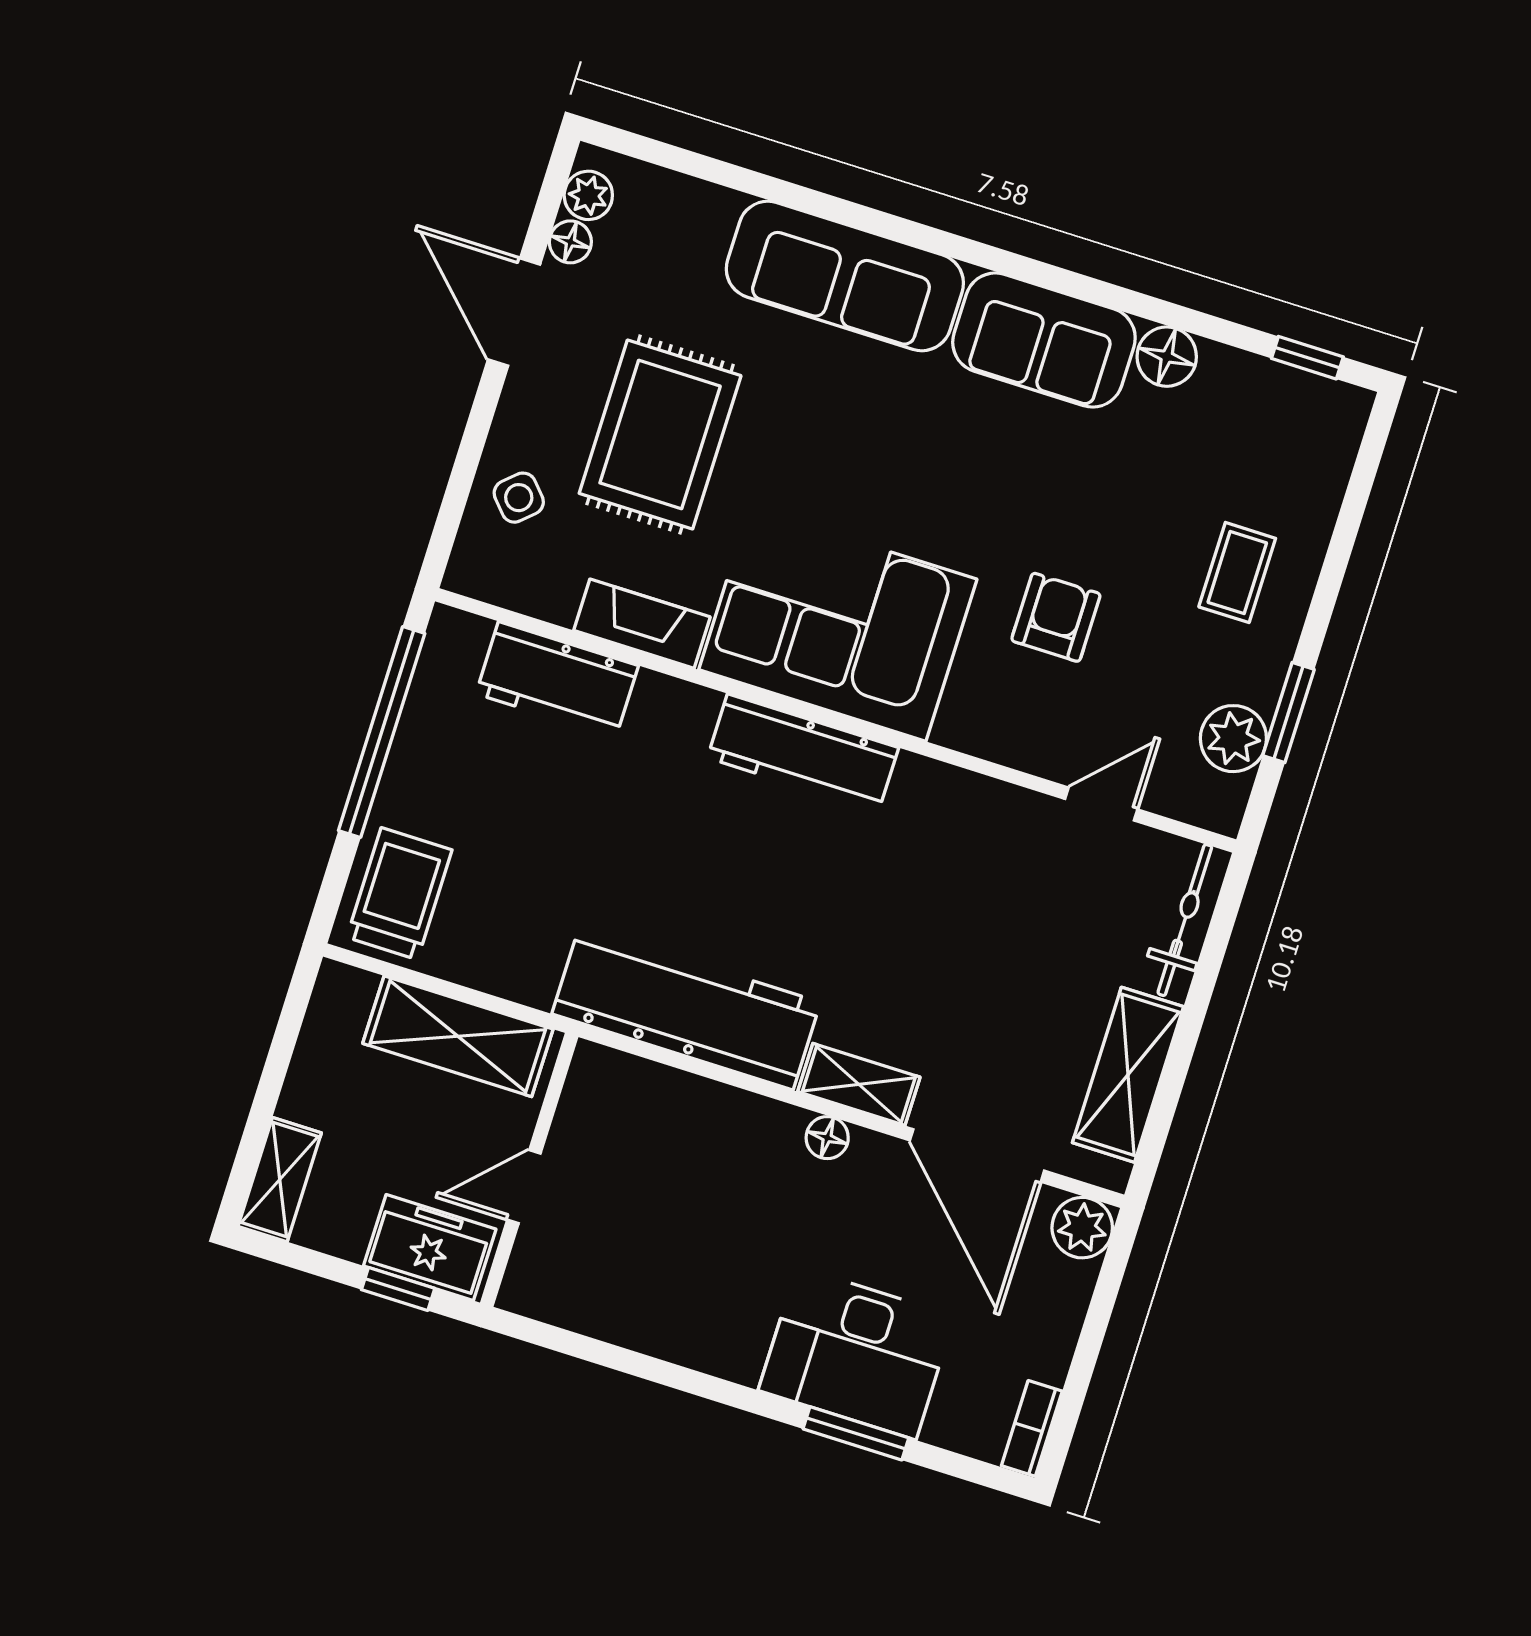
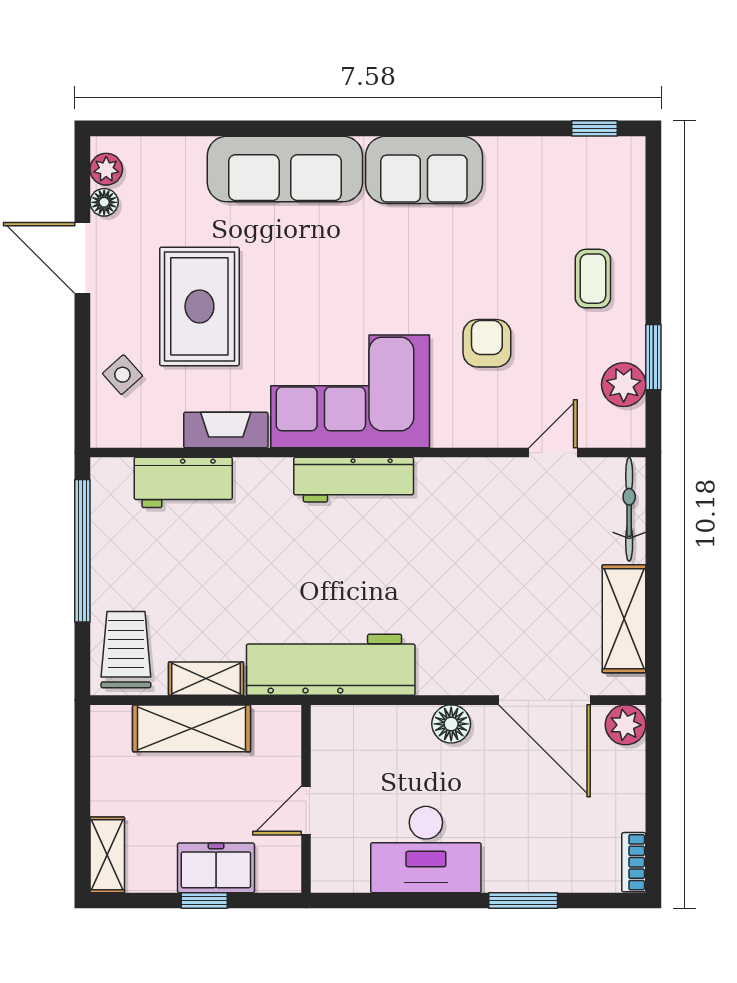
floor lamp: (1167, 357) -> (505, 156), removed
shelving: (859, 1084) -> (206, 679), moved
floor lamp: (827, 1138) -> (451, 724), width x1.37, depth x1.37
wall: (529, 1170) -> (306, 799), moved
door: (524, 1187) -> (306, 810), moved
desk: (857, 1353) -> (426, 850), moved

